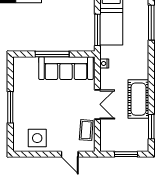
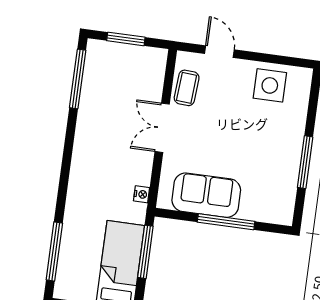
sofa: (66, 68) -> (206, 195), width x0.73
cot: (138, 99) -> (93, 128), removed
window: (10, 107) -> (305, 162), moved
window: (151, 127) -> (78, 79), width x1.44

